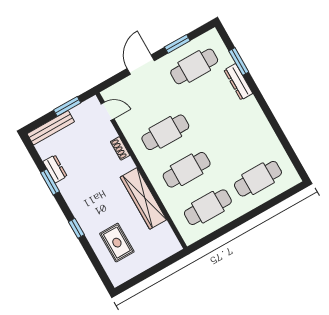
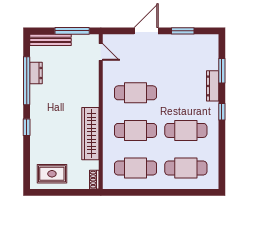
cafe table: (194, 66) -> (186, 130), moved
window: (262, 102) -> (222, 112), added
window: (67, 106) -> (72, 31), width x1.44
shoe rack: (120, 148) -> (94, 180), moved
window: (50, 182) -> (27, 81), width x2.11
rug: (117, 243) -> (52, 174), moved, turned 90

